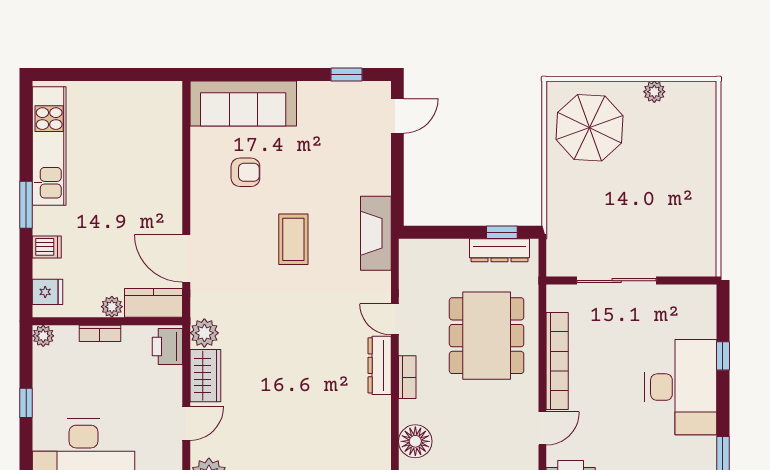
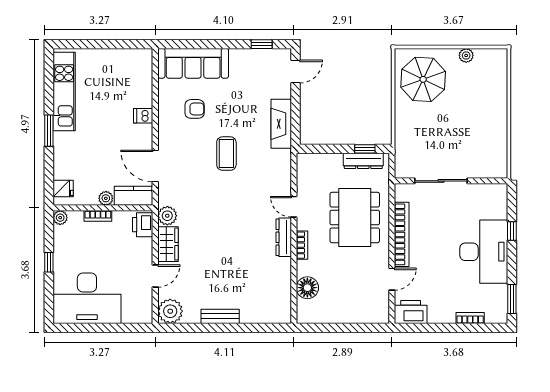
fireplace: (376, 233) -> (281, 124), moved
dishwasher: (47, 247) -> (143, 116), moved, turned 180

